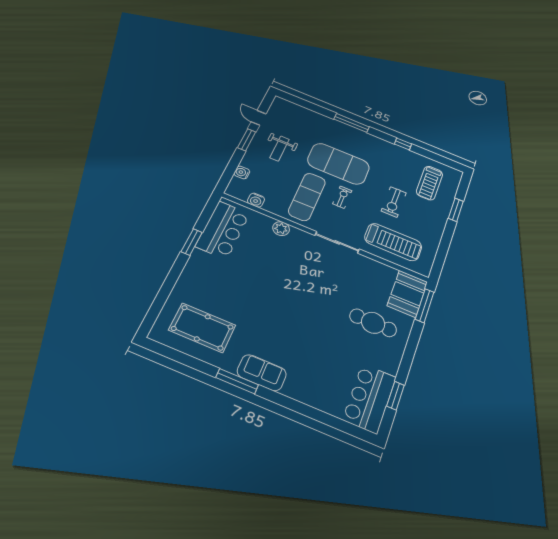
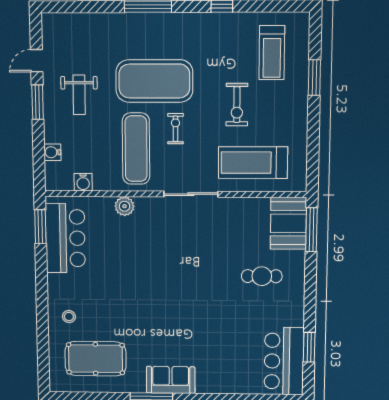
door: (258, 118) -> (37, 61), hinge flipped
window: (192, 242) -> (40, 227), moved
treadmill: (393, 242) -> (253, 163), turned 180
stool: (196, 286) -> (69, 317), added
cafe table: (373, 323) -> (262, 276), width x0.73, depth x0.74

